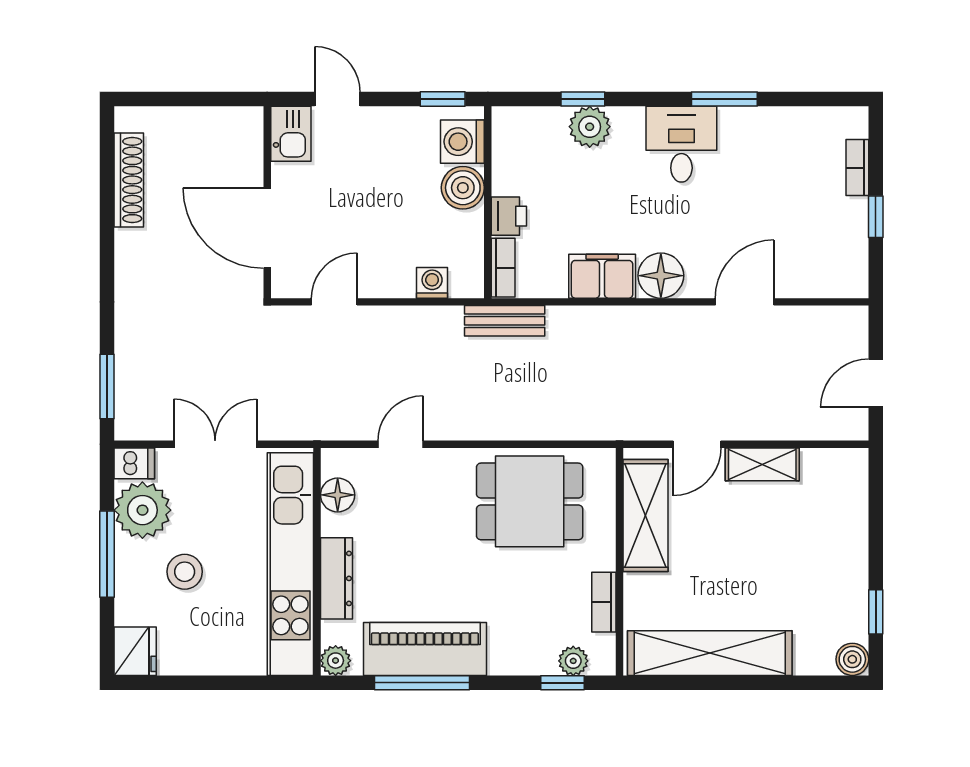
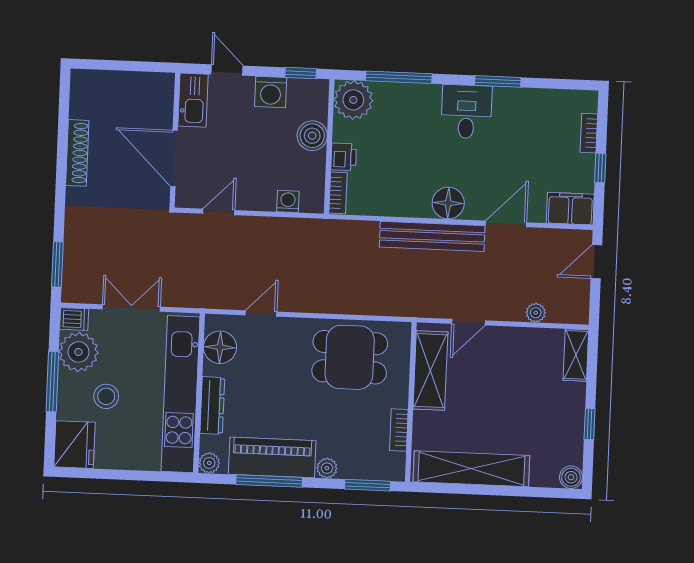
window: (583, 99) -> (399, 77), width x2.17
plant: (590, 127) -> (353, 100), moved, width x1.36, depth x1.36
kitchen sink: (291, 134) -> (193, 100), width x1.38
washing machine: (462, 142) -> (271, 92), moved, turned -90
shoe rack: (129, 180) -> (77, 153), moved
filing cabinet: (602, 276) -> (570, 209), moved
bench: (505, 321) -> (432, 236), moved, width x1.86, depth x1.21
door: (876, 383) -> (596, 262), moved
plant: (792, 427) -> (536, 313), added
shelving: (762, 464) -> (576, 355), moved, turned 90
floor lamp: (338, 495) -> (220, 347), width x1.38, depth x1.38
window: (876, 612) -> (590, 424), moved
fridge: (135, 651) -> (74, 445), width x1.36, depth x1.34
plant: (573, 661) -> (327, 468), moved
window: (562, 683) -> (367, 485), width x1.50

